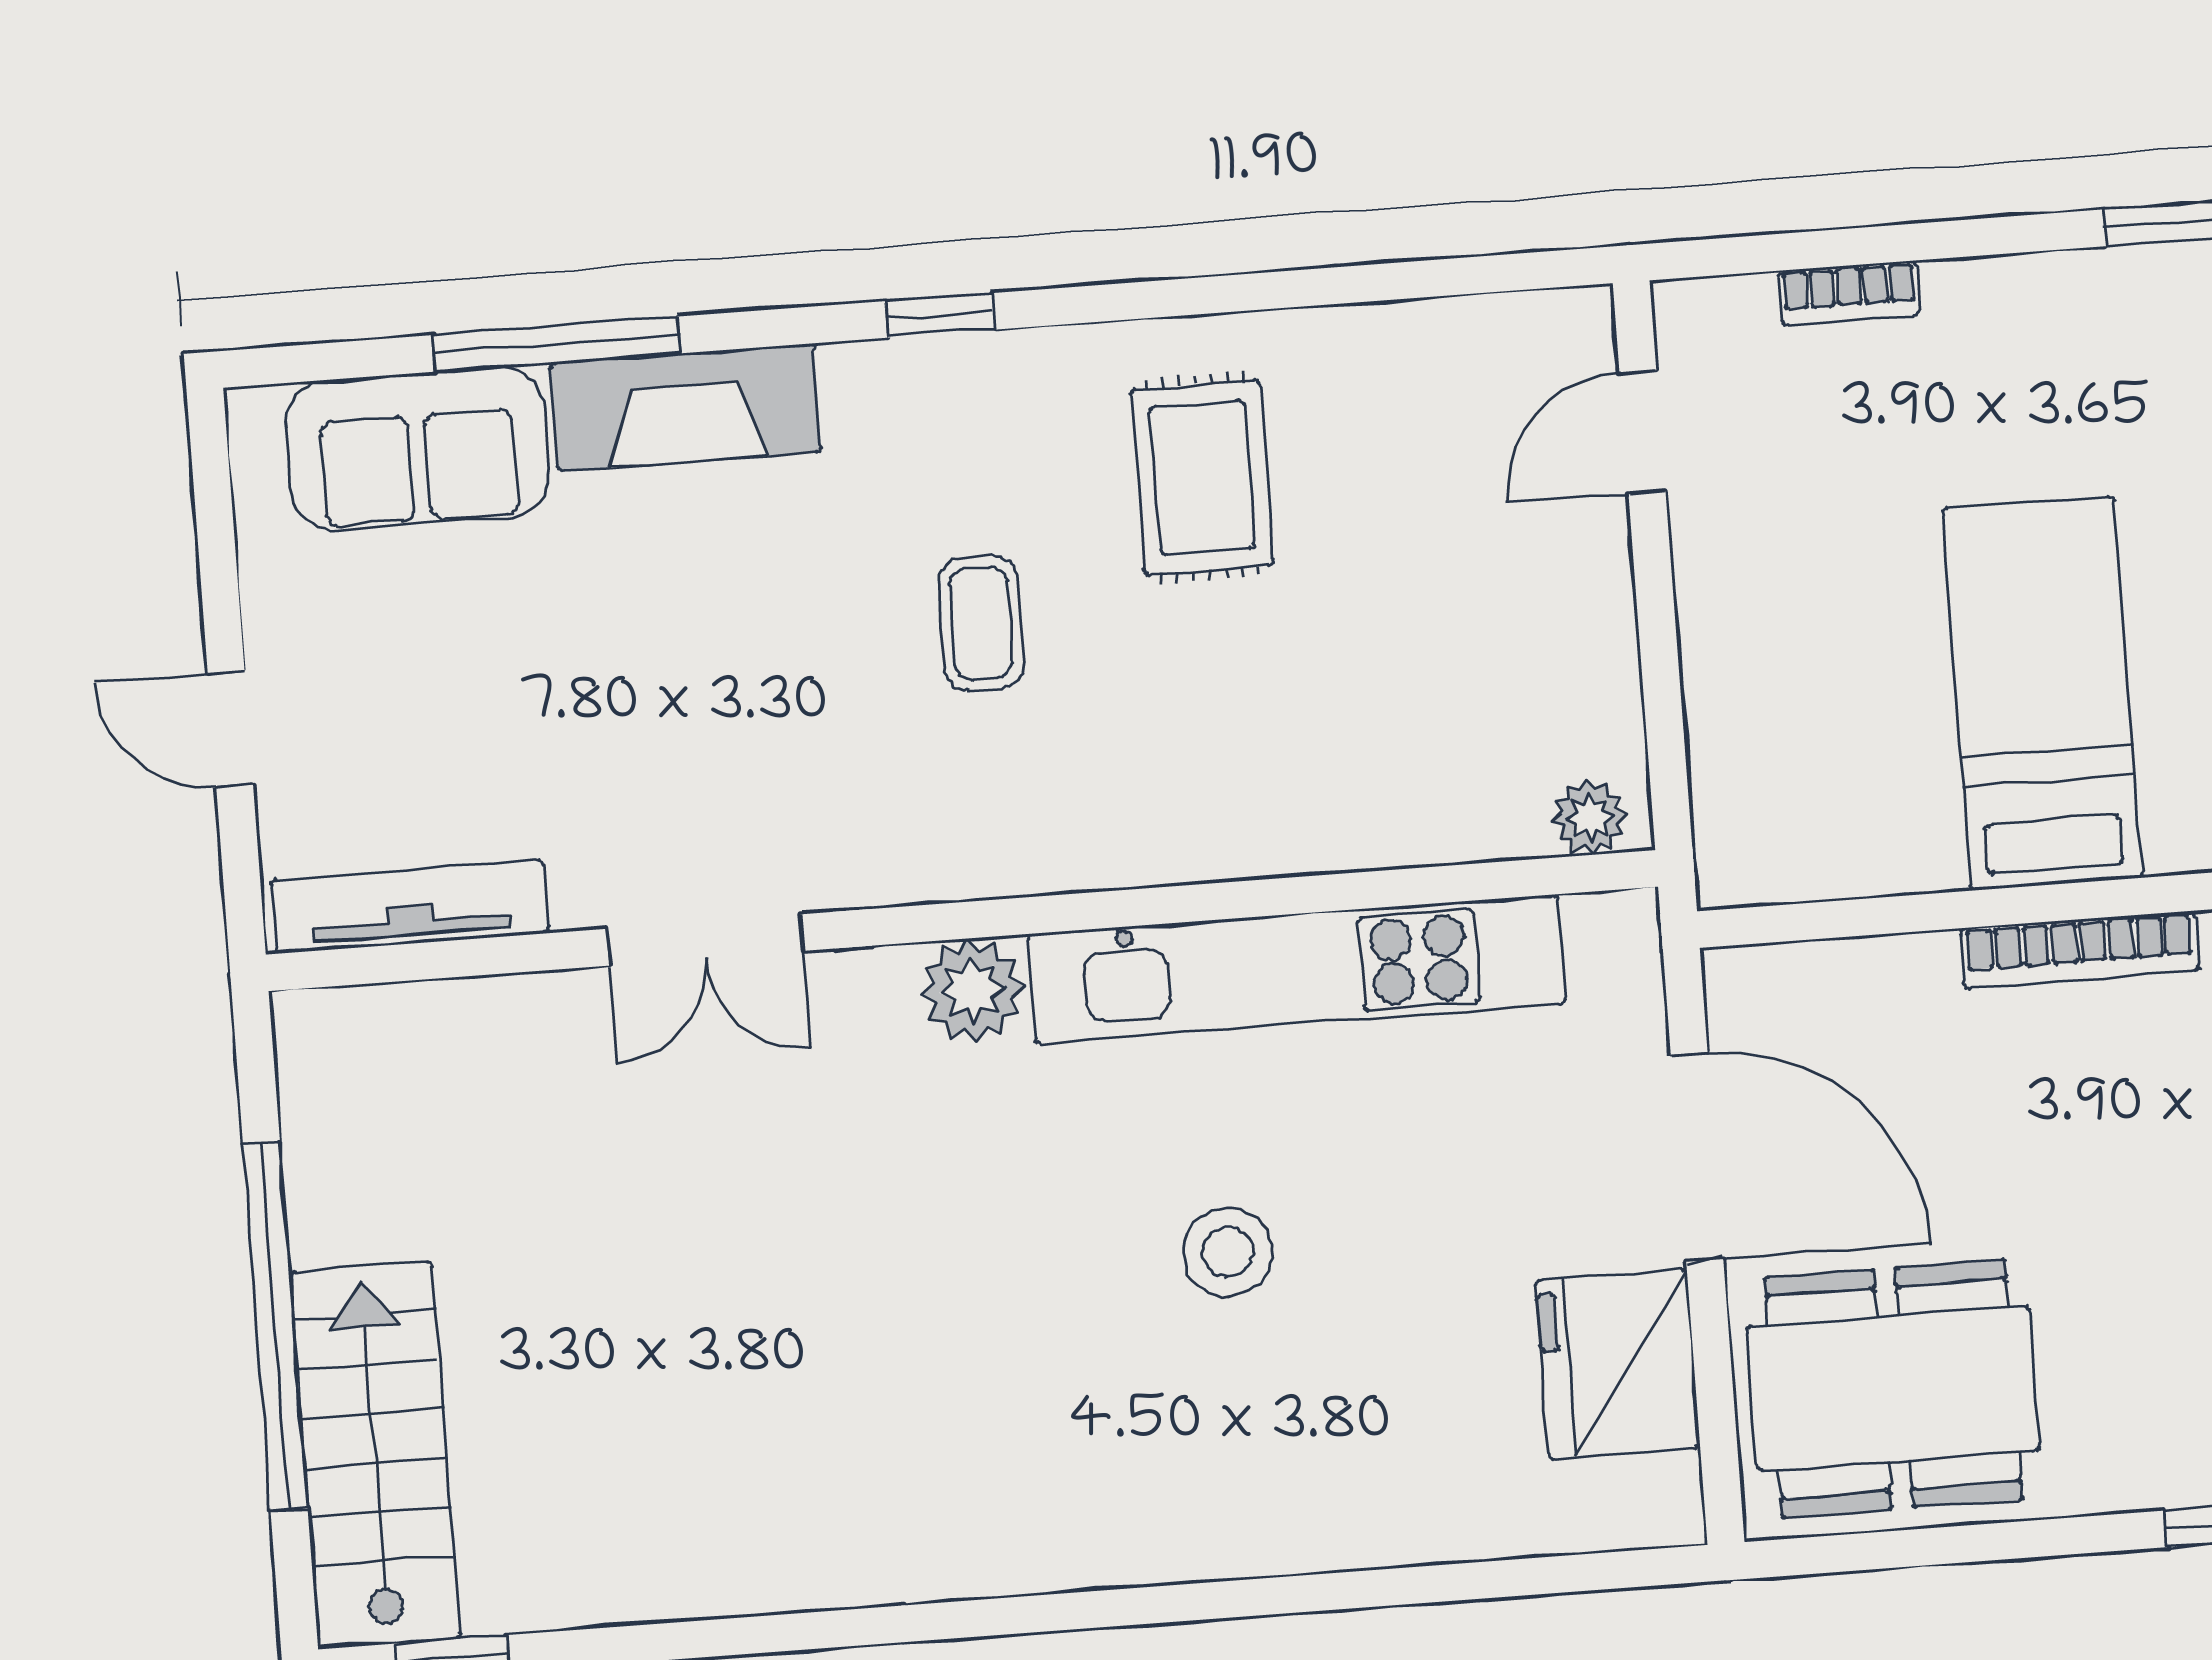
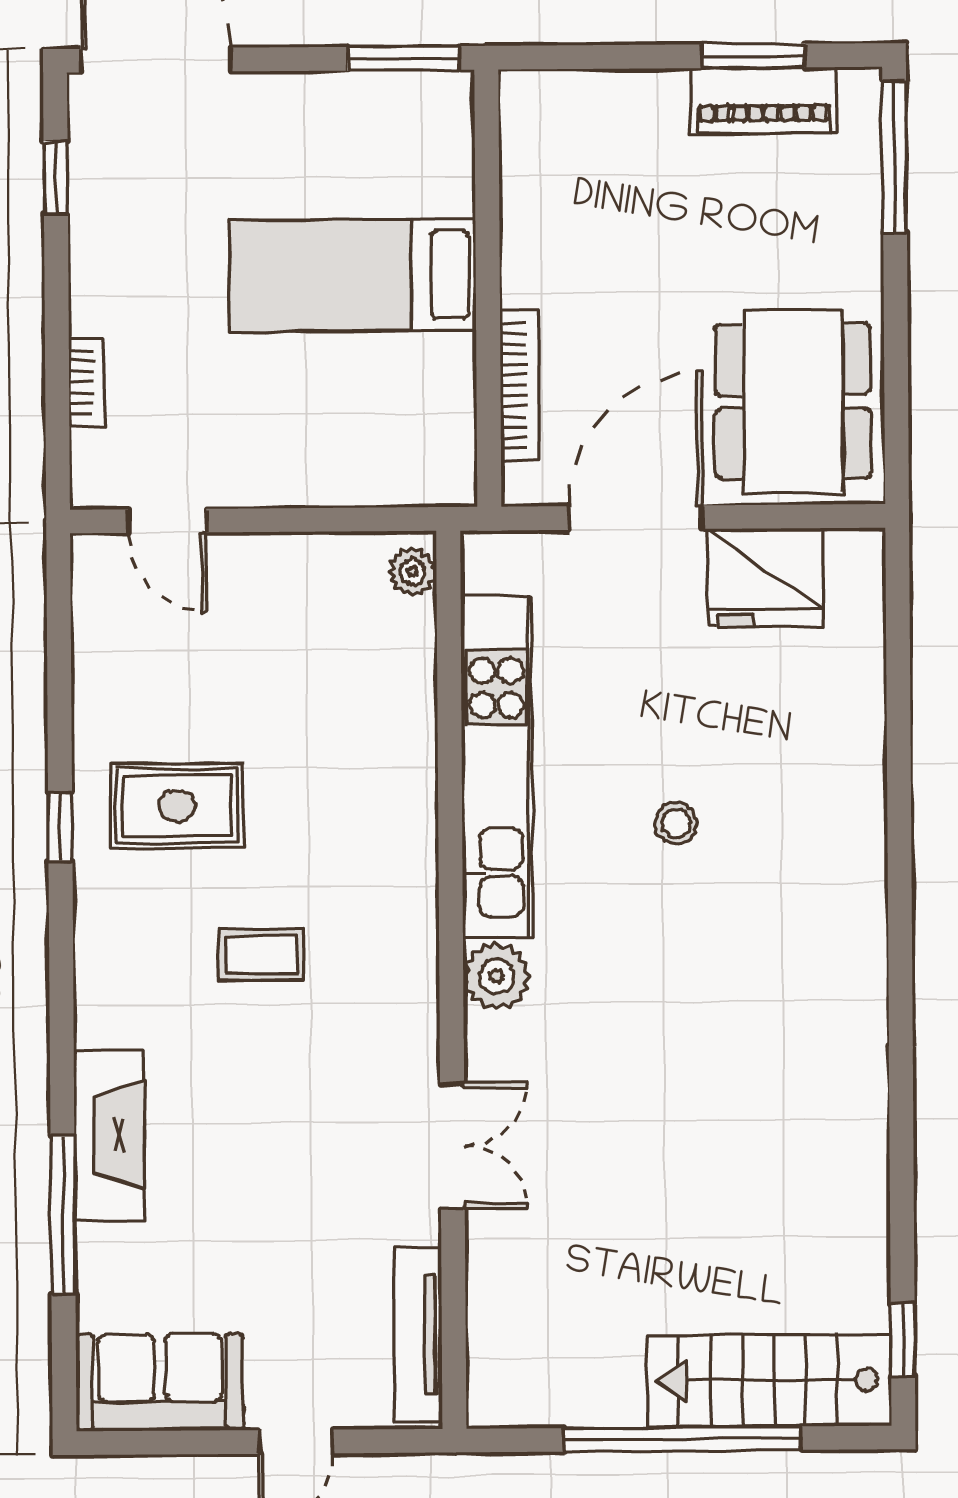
window: (940, 315) -> (60, 827), moved
sofa: (418, 448) -> (160, 1382), moved, turned -90
bookcase: (2079, 950) -> (520, 385), moved
stool: (1228, 1252) -> (676, 823), width x0.73, depth x0.73

